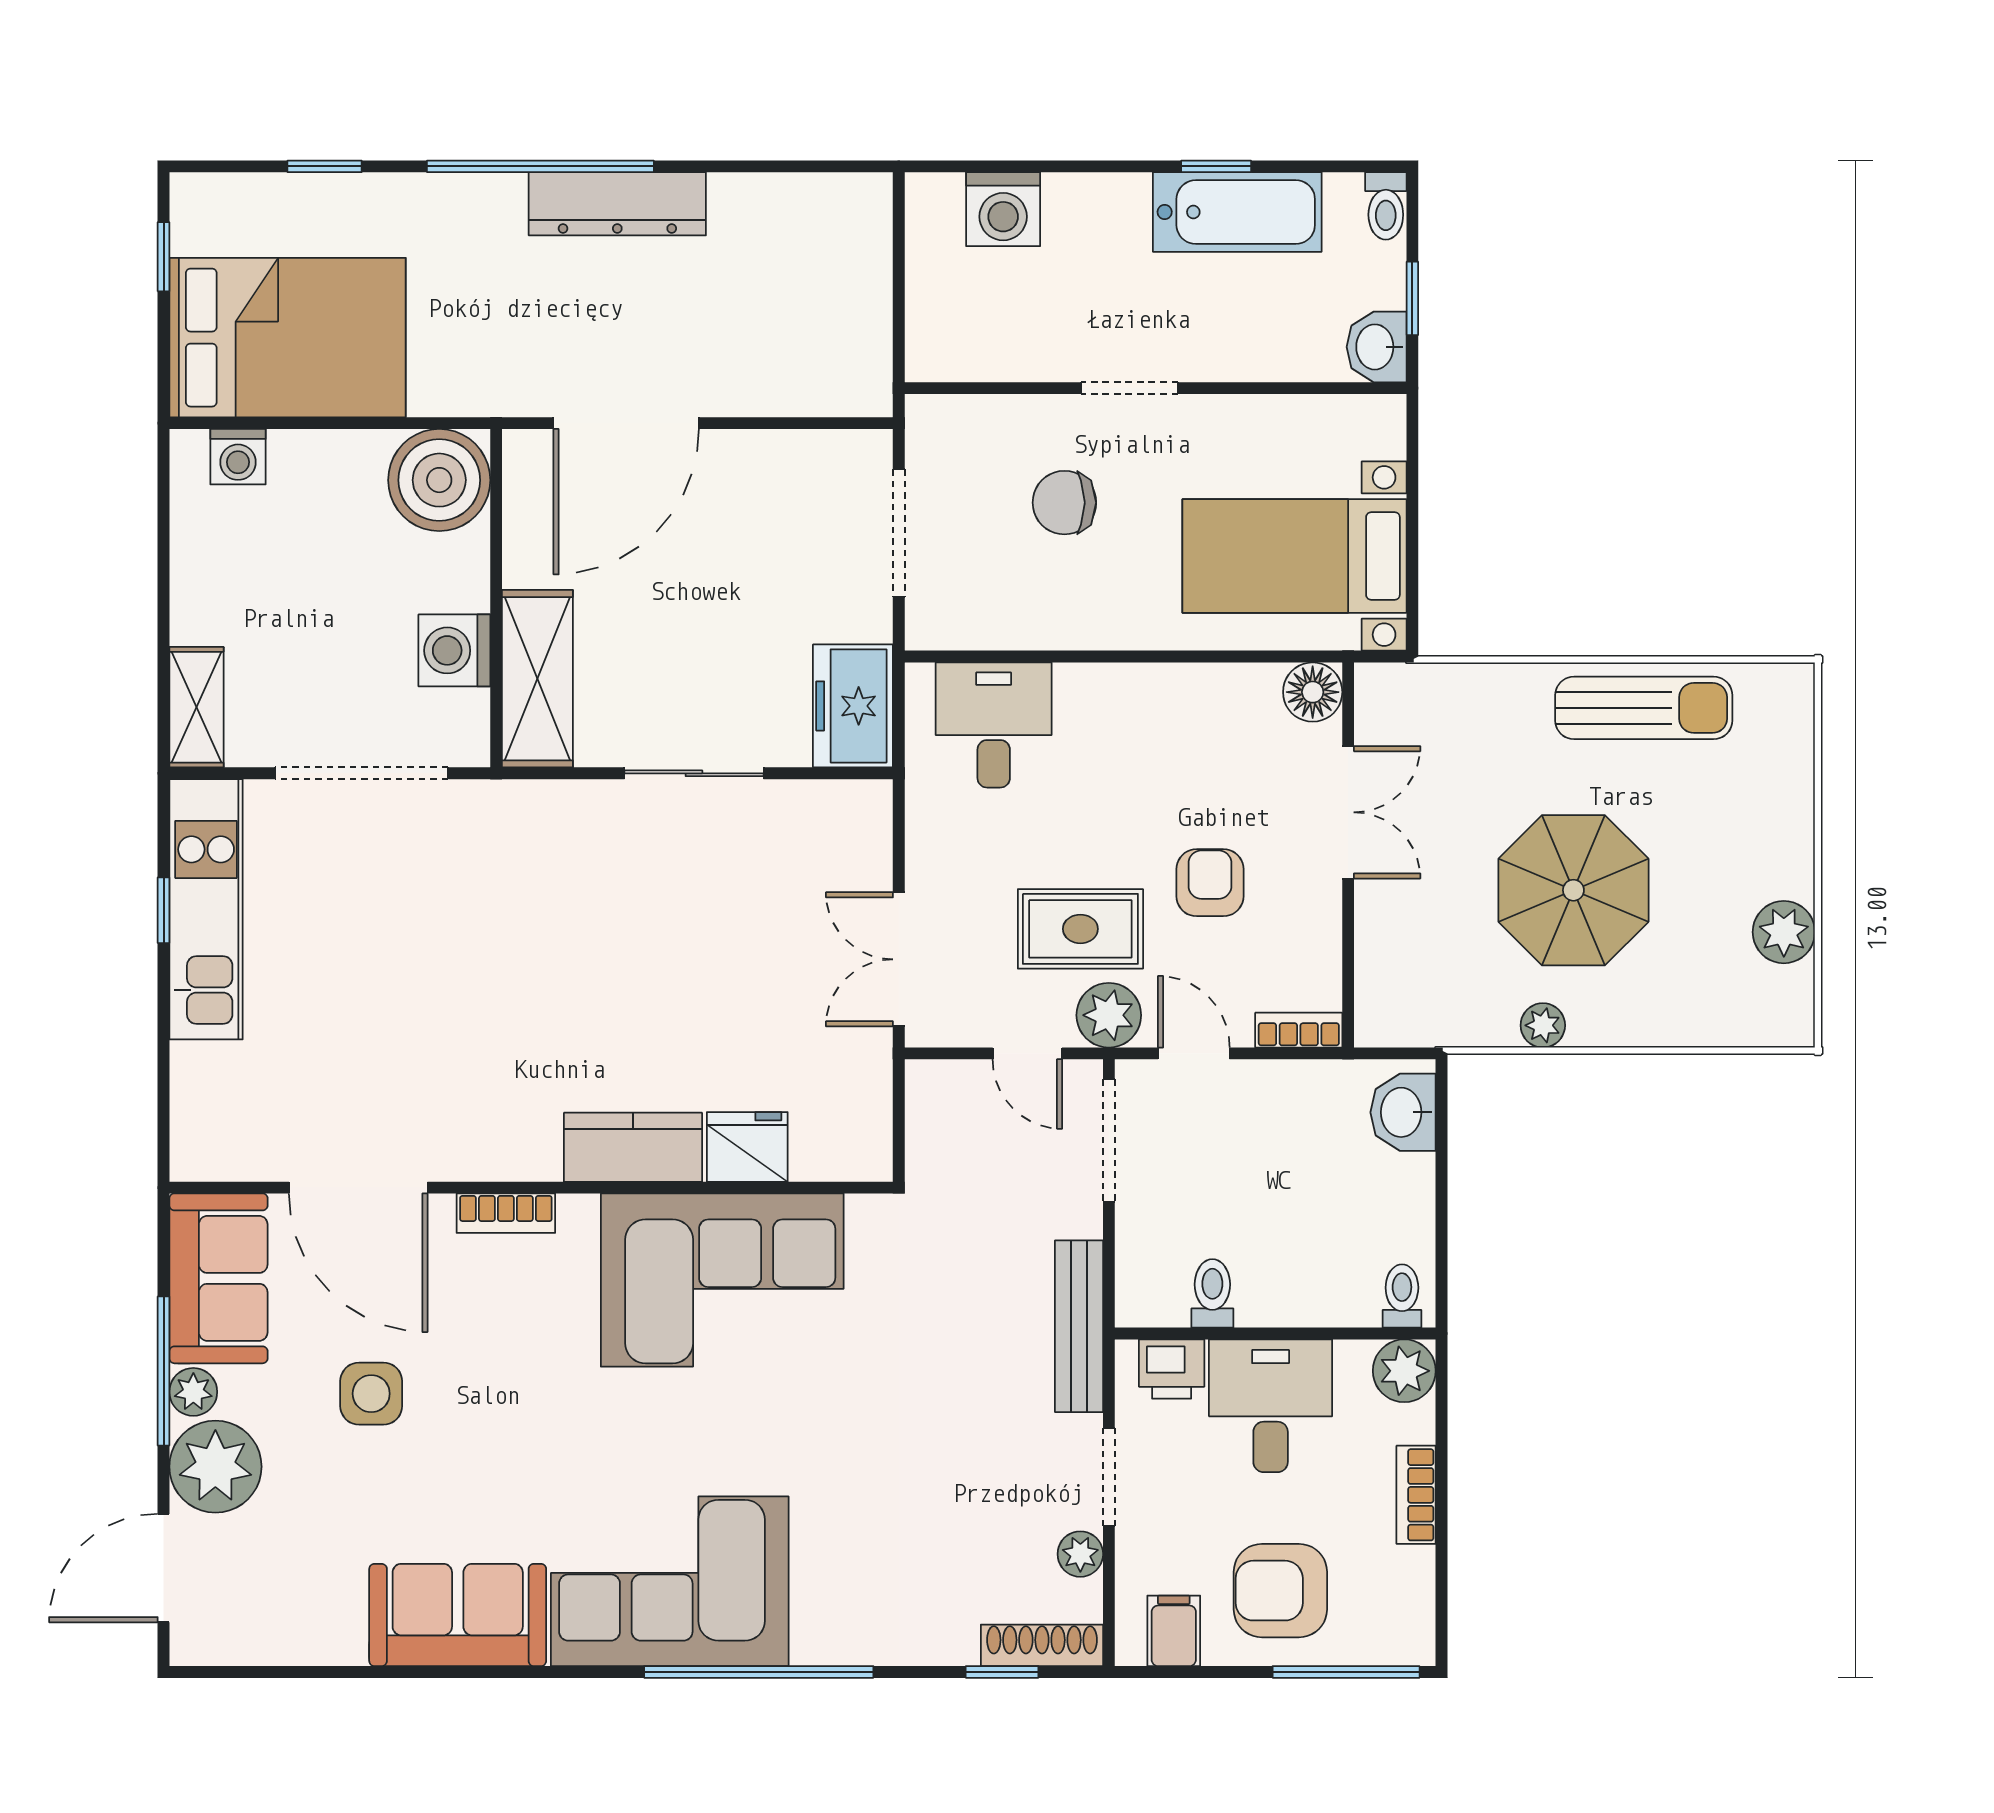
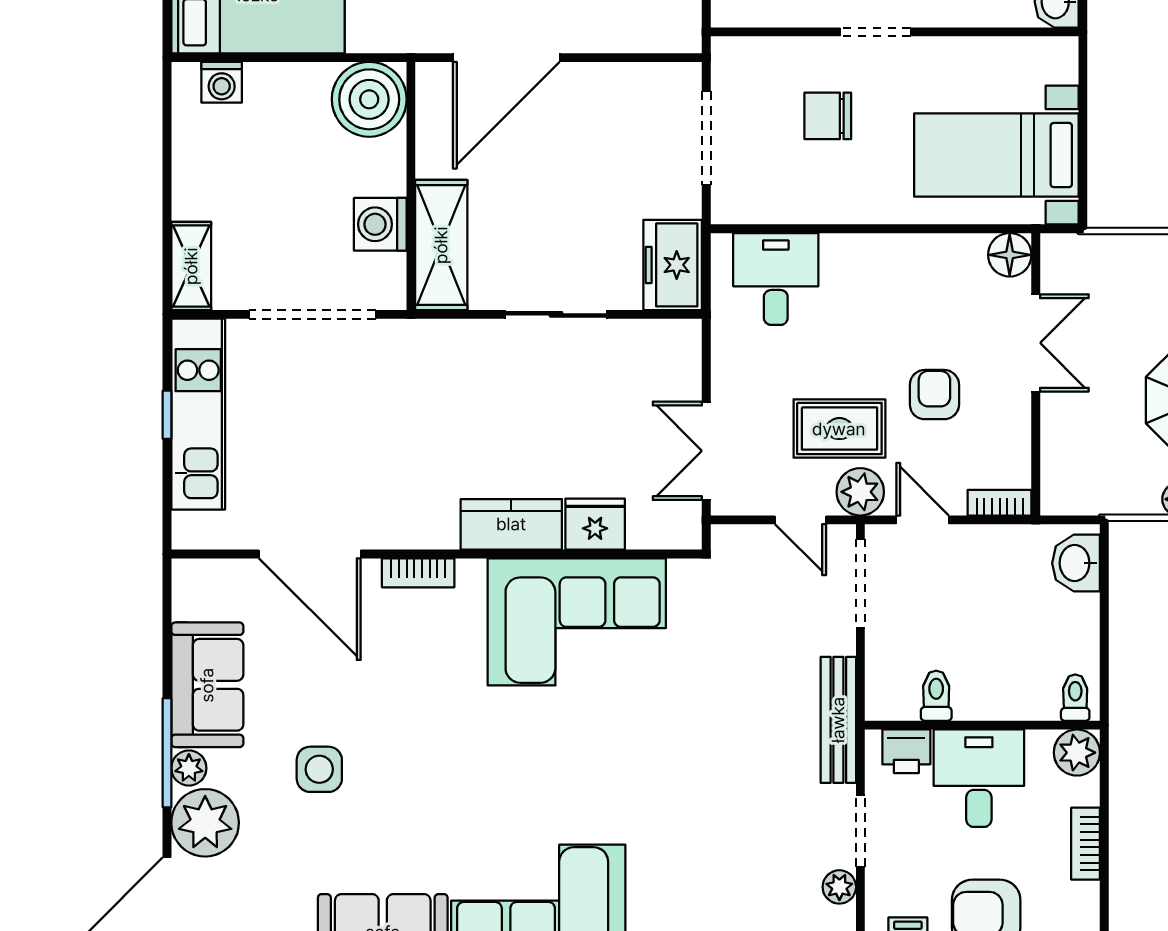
kitchen counter: (633, 1147) -> (511, 524), moved
fridge: (747, 1147) -> (595, 524), moved
door: (358, 1188) -> (310, 554), moved
wall: (531, 1188) -> (437, 554), moved
bookcase: (506, 1213) -> (418, 573), moved
corner sofa: (722, 1280) -> (577, 622), moved

